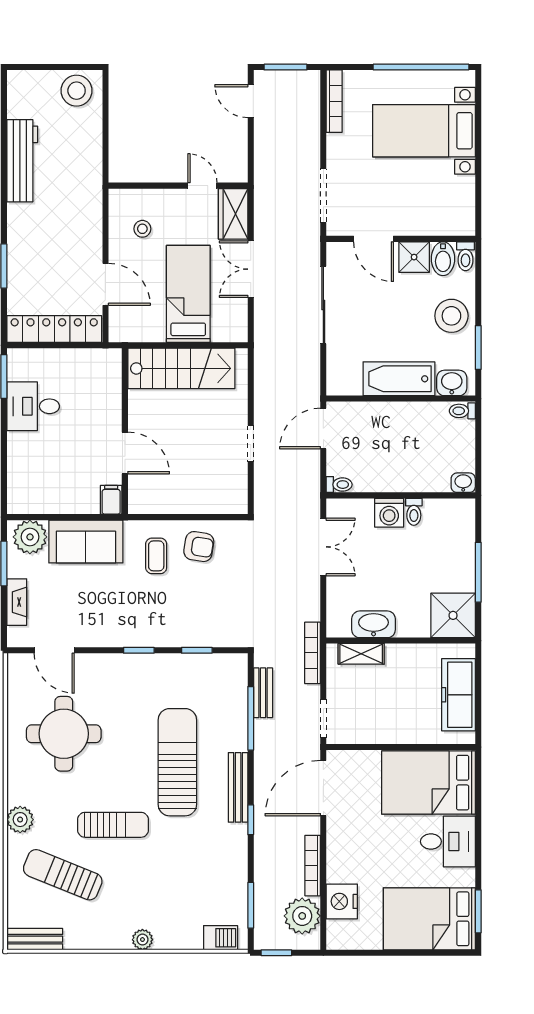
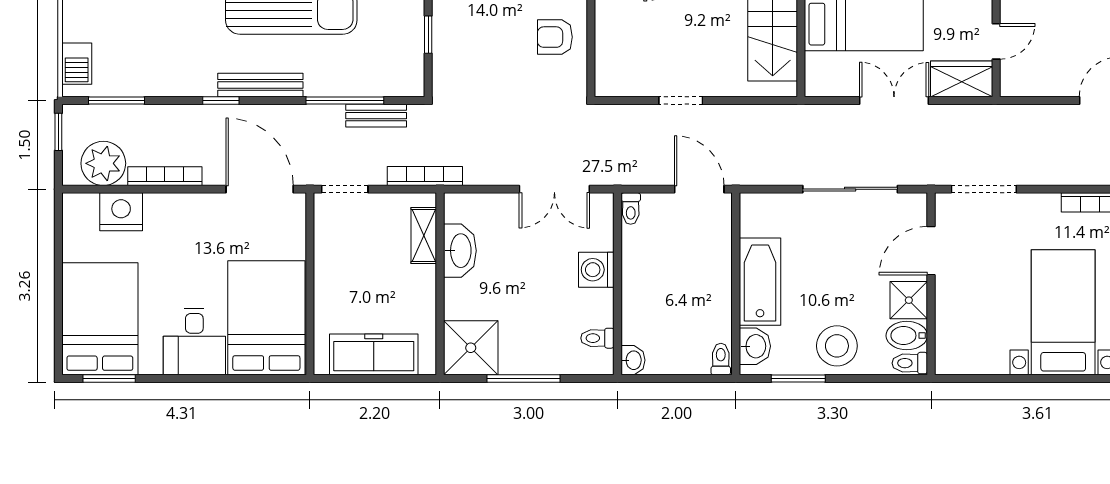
toilet: (414, 512) -> (597, 338), moved
armchair: (199, 547) -> (555, 37), turned 81

